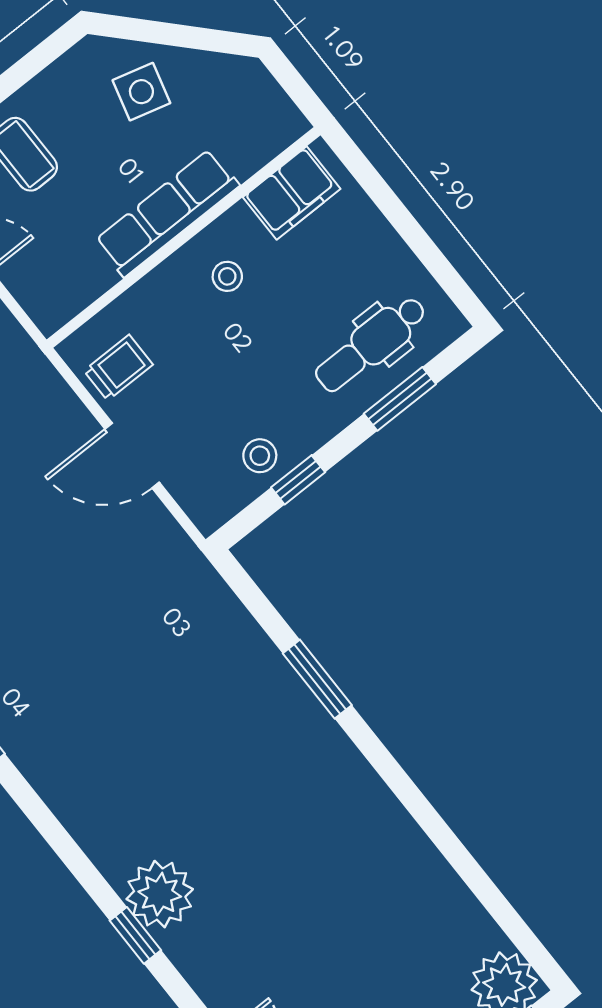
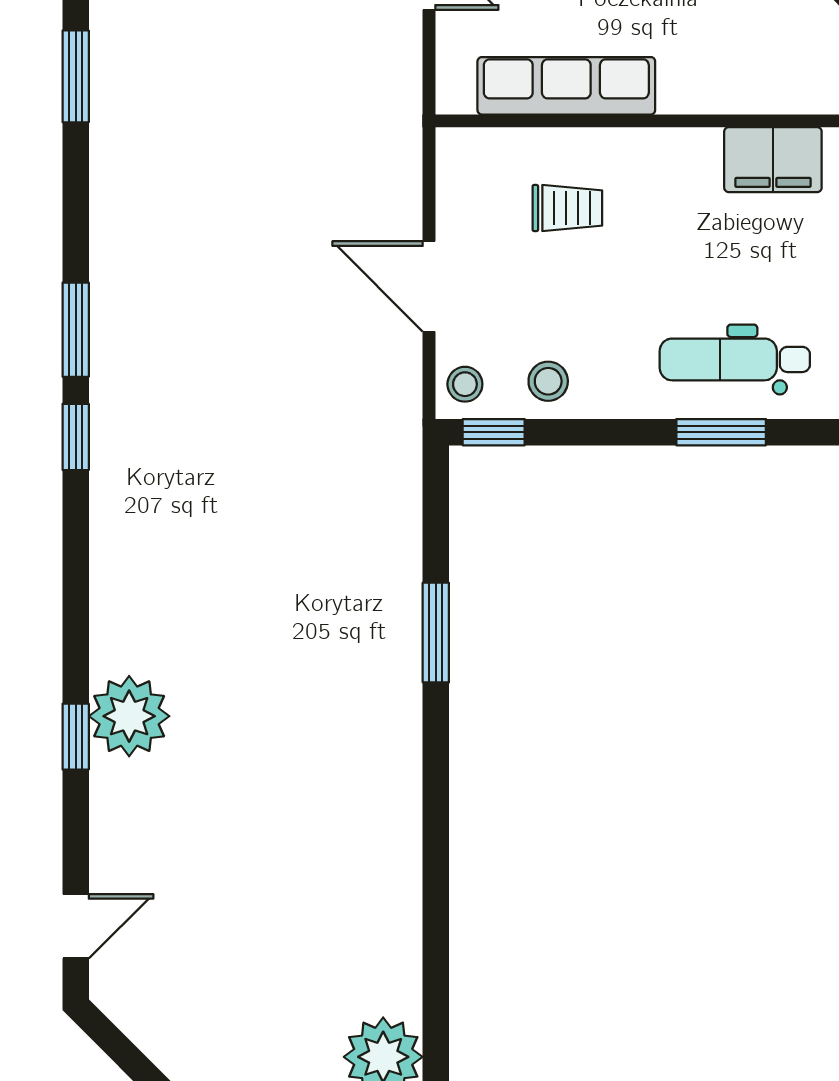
row of seats: (167, 213) -> (566, 86), moved
stool: (227, 276) -> (465, 384), moved
trolley: (118, 368) -> (567, 208), moved
window: (298, 480) -> (494, 432), moved

